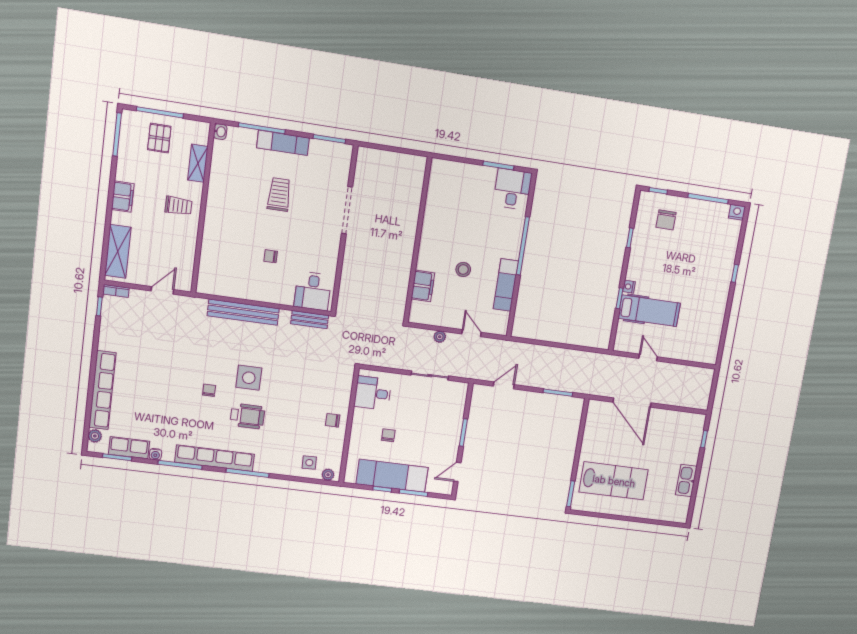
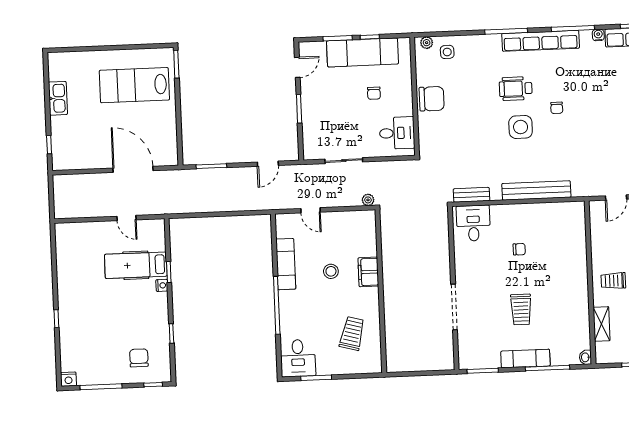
trolley: (454, 203) -> (352, 334), added
filing cabinet: (423, 286) -> (368, 272), moved
plant: (440, 337) -> (368, 200), moved
chair: (333, 420) -> (432, 99), width x1.87, depth x1.87

